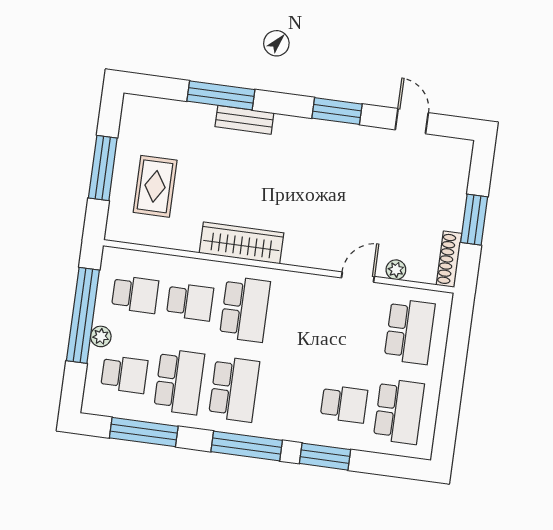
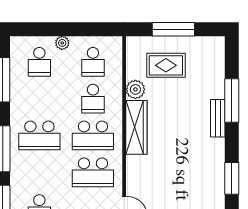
plant: (185, 237) -> (135, 89), added
window: (83, 315) -> (75, 29), removed
school desk: (179, 382) -> (93, 172), moved

